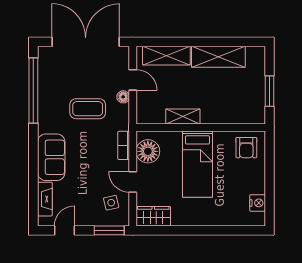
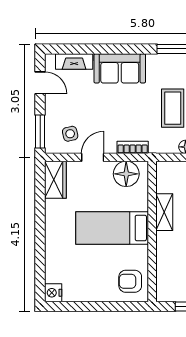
nightstand: (258, 203) -> (53, 293), moved, turned 90

